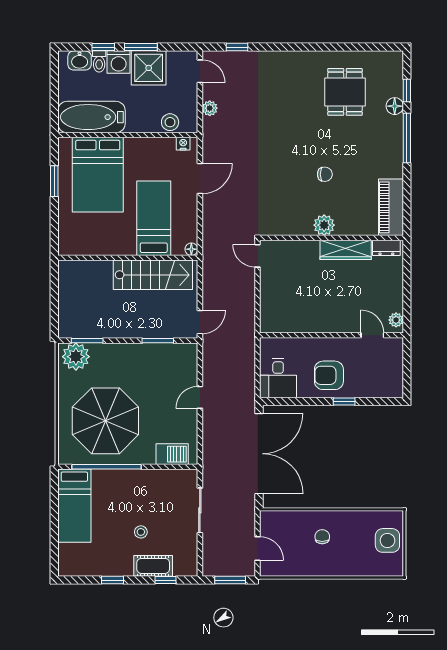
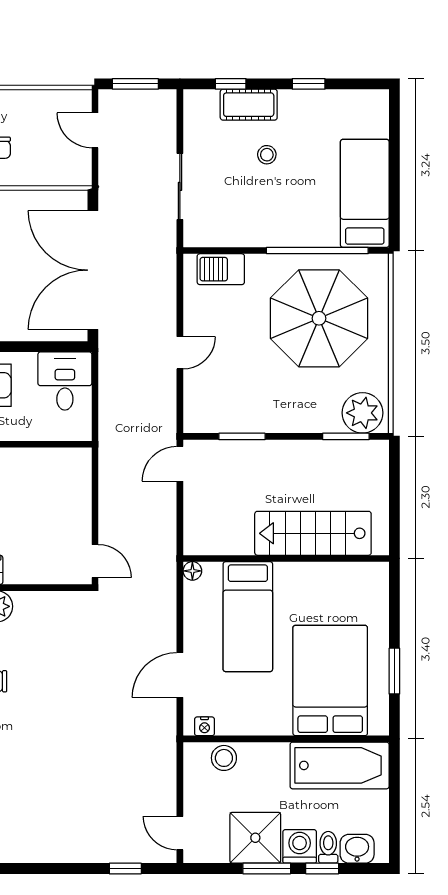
plant: (210, 108) -> (165, 779), removed
stairs: (153, 275) -> (313, 533), moved

